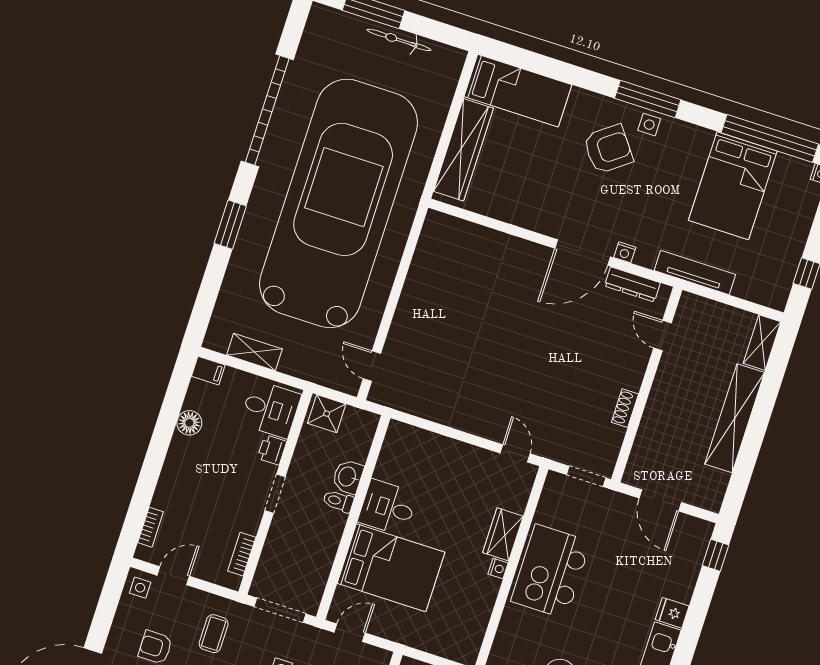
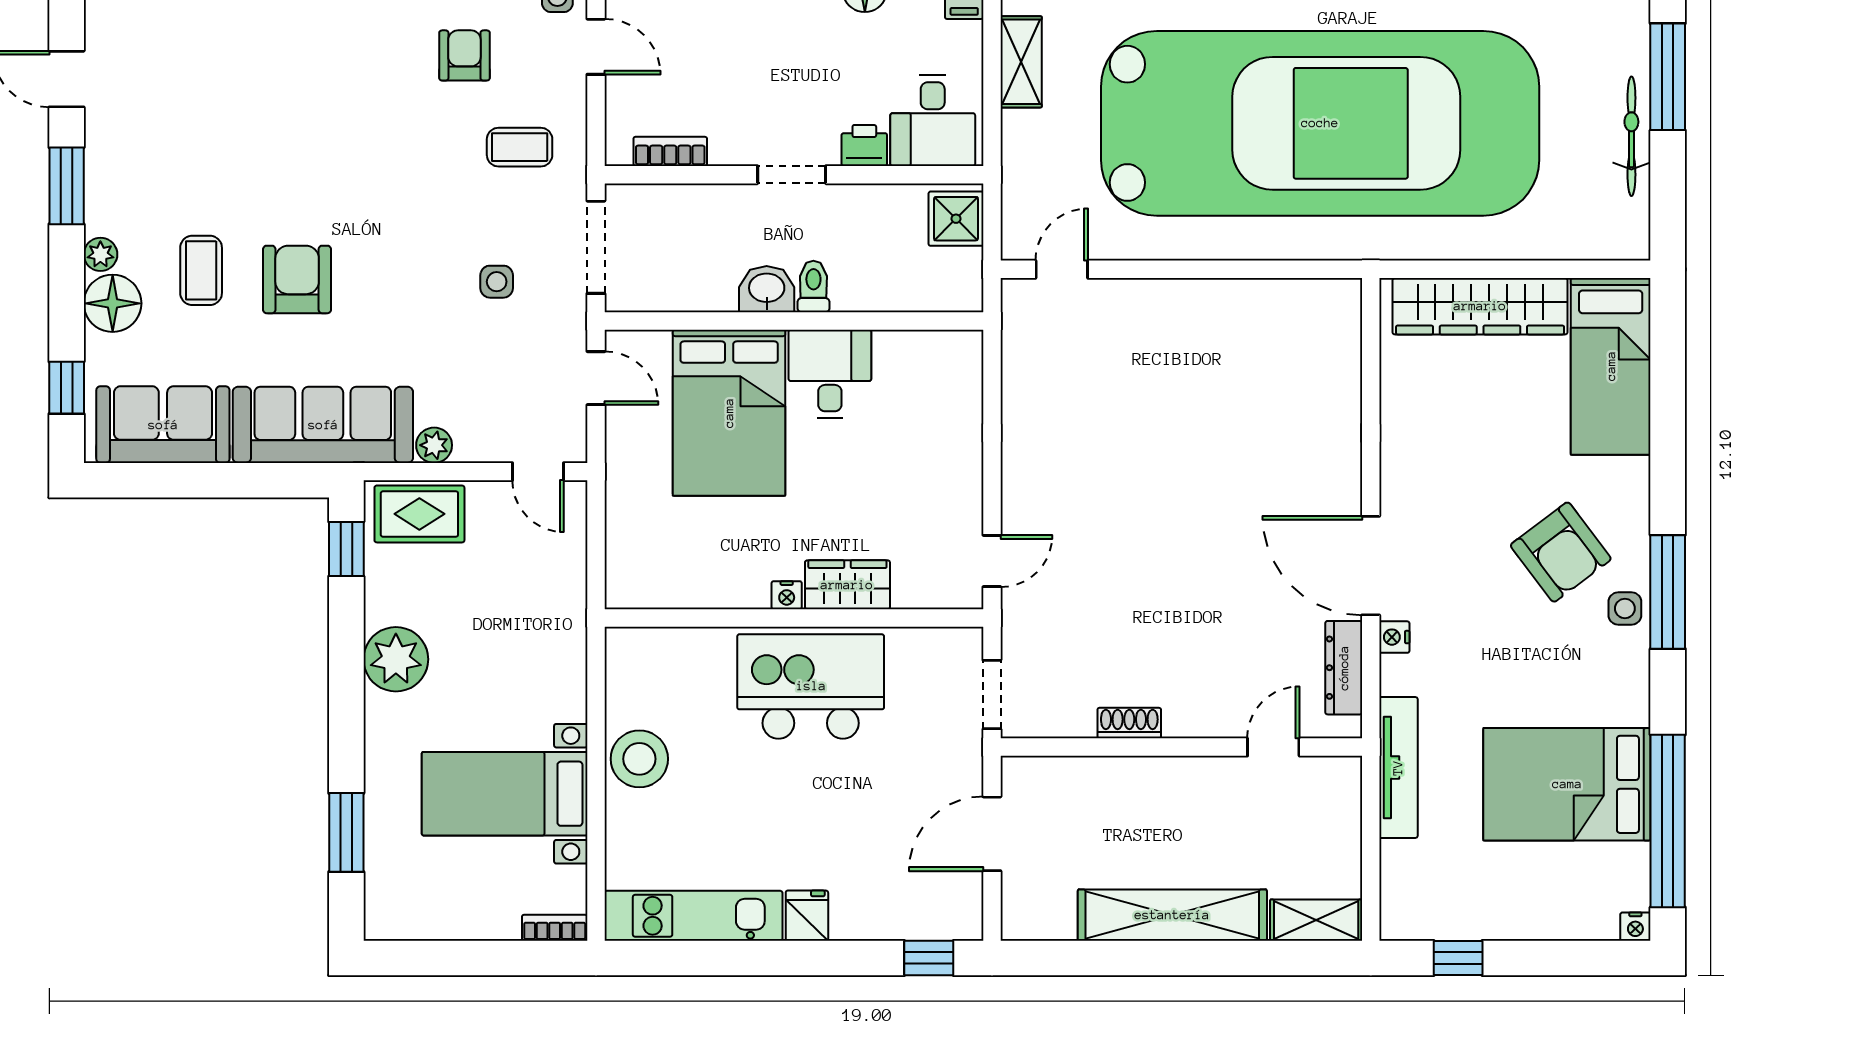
washbasin: (348, 477) -> (767, 289), moved

